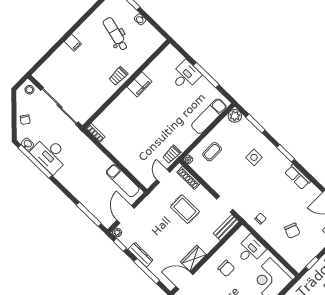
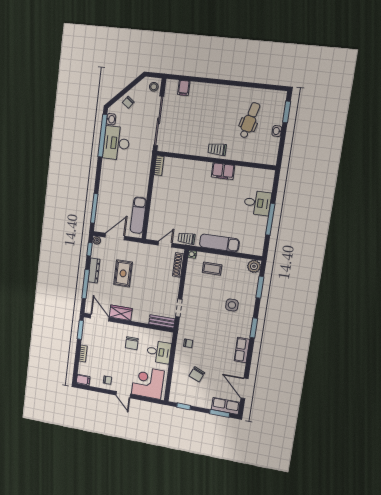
filing cabinet: (73, 43) -> (184, 88), moved
exam couch: (209, 116) -> (219, 243), moved
rug: (185, 209) -> (123, 273), moved

